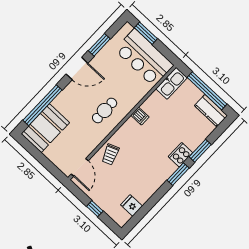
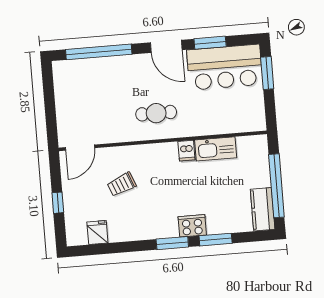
bar counter: (144, 58) -> (225, 67), moved, turned -90
kitchen sink: (172, 83) -> (216, 149), moved
booth: (45, 128) -> (81, 77), removed
trolley: (110, 154) -> (122, 184), moved

